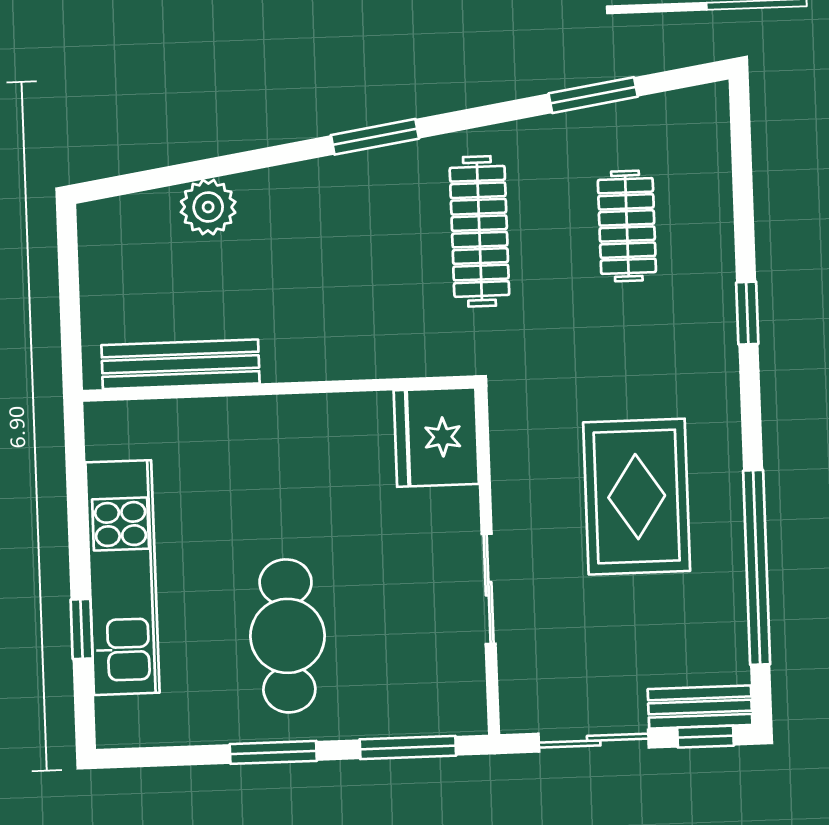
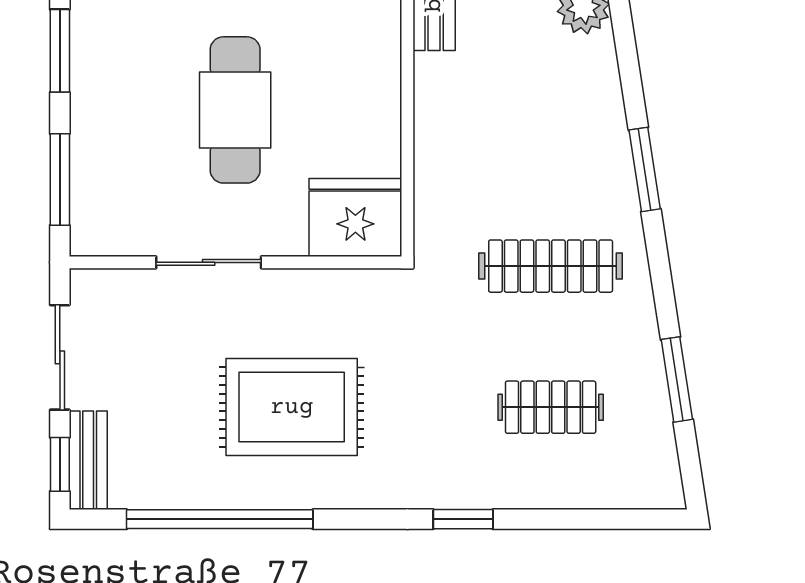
cafe table: (287, 636) -> (235, 110), moved, turned 90

